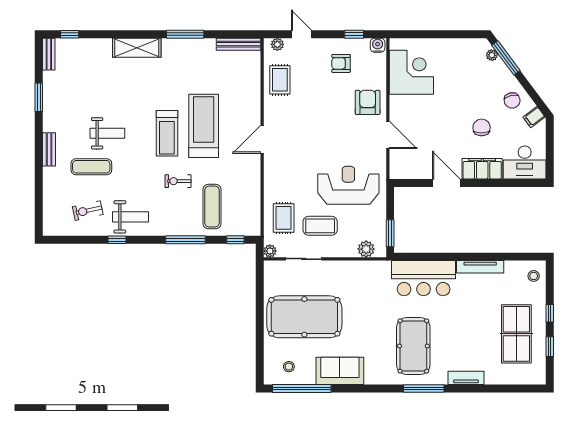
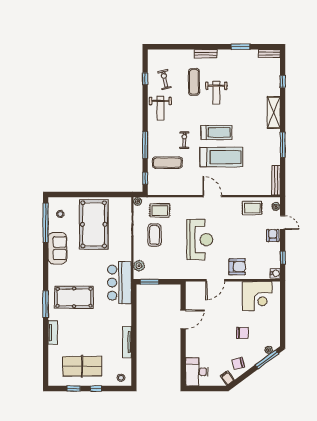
window: (70, 34) -> (283, 81), moved
door: (301, 34) -> (283, 222), hinge flipped
armchair: (341, 63) -> (273, 236), moved
chair: (482, 127) -> (242, 333), moved
treadmill: (167, 133) -> (216, 133), turned 180
filing cabinet: (482, 169) -> (193, 343), removed
reception desk: (348, 185) -> (200, 240), moved
window: (117, 240) -> (145, 79), moved
bar counter: (424, 278) -> (119, 283), moved

